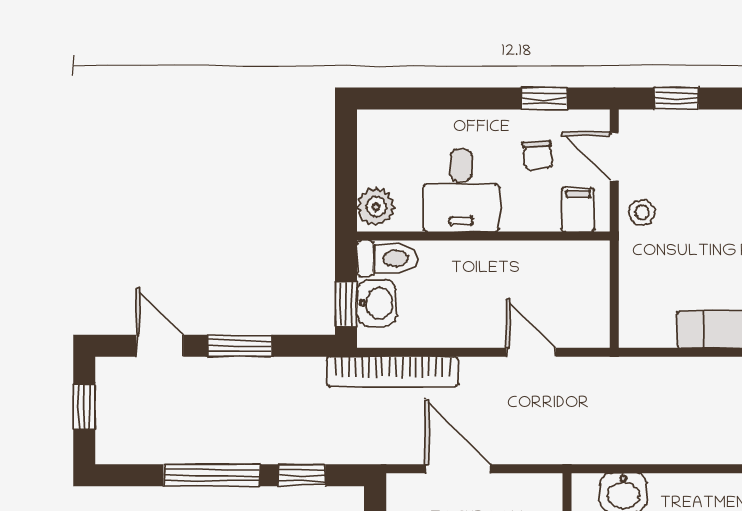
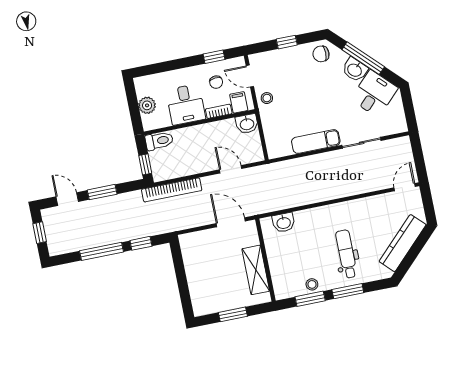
window: (676, 99) -> (287, 42), moved
plant: (376, 207) -> (147, 105), moved
bookcase: (530, 220) -> (219, 111), added
washbasin: (377, 303) -> (247, 124), moved, turned 90
door: (458, 469) -> (231, 222), moved

